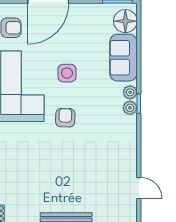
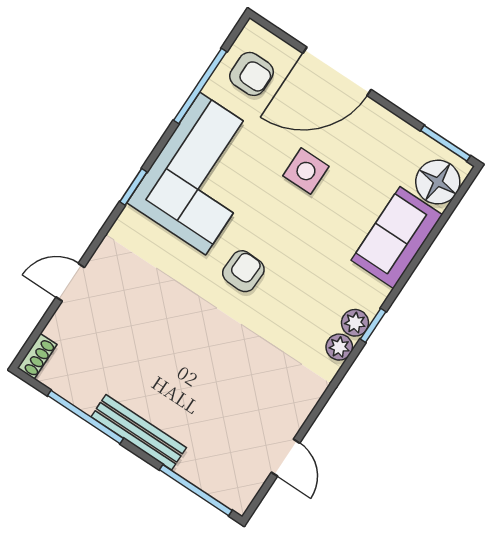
side table: (67, 73) -> (306, 171), moved
plant: (130, 92) -> (339, 347), moved

